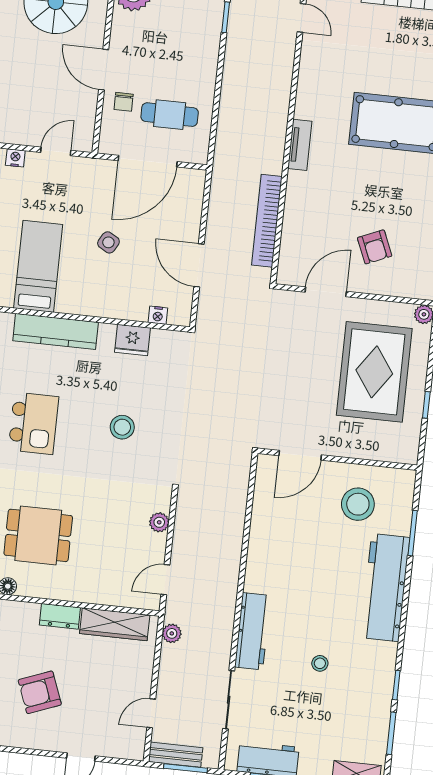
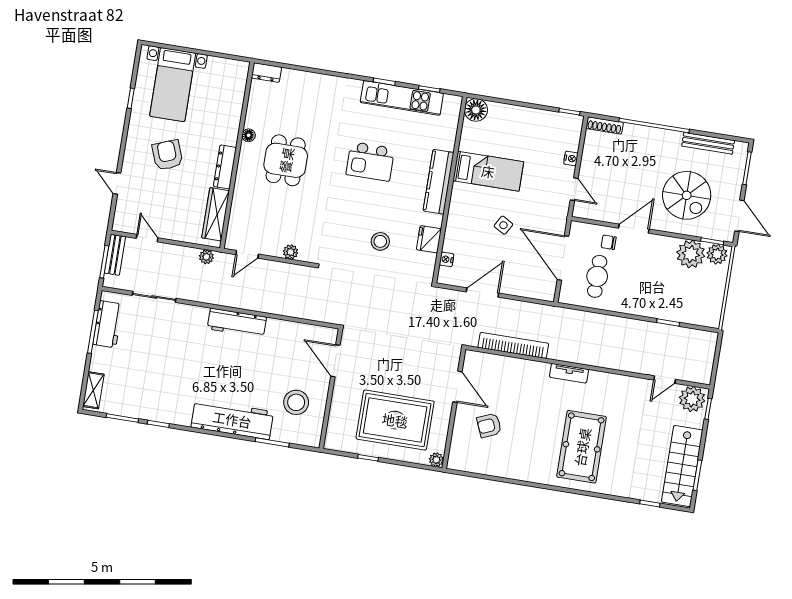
stool: (122, 427) -> (380, 241), moved
door: (165, 580) -> (247, 254), swing flipped
dresser: (60, 616) -> (225, 167), width x1.44
workbench: (252, 631) -> (237, 323), moved
stool: (320, 663) -> (178, 367), removed

